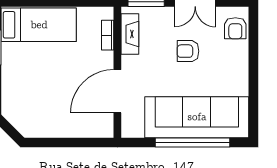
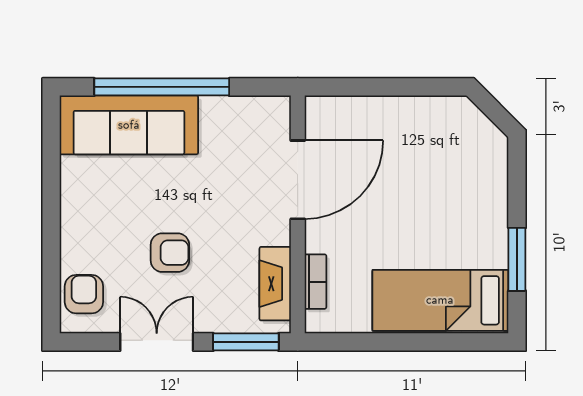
sofa: (197, 117) -> (129, 125), width x0.74, depth x0.79

